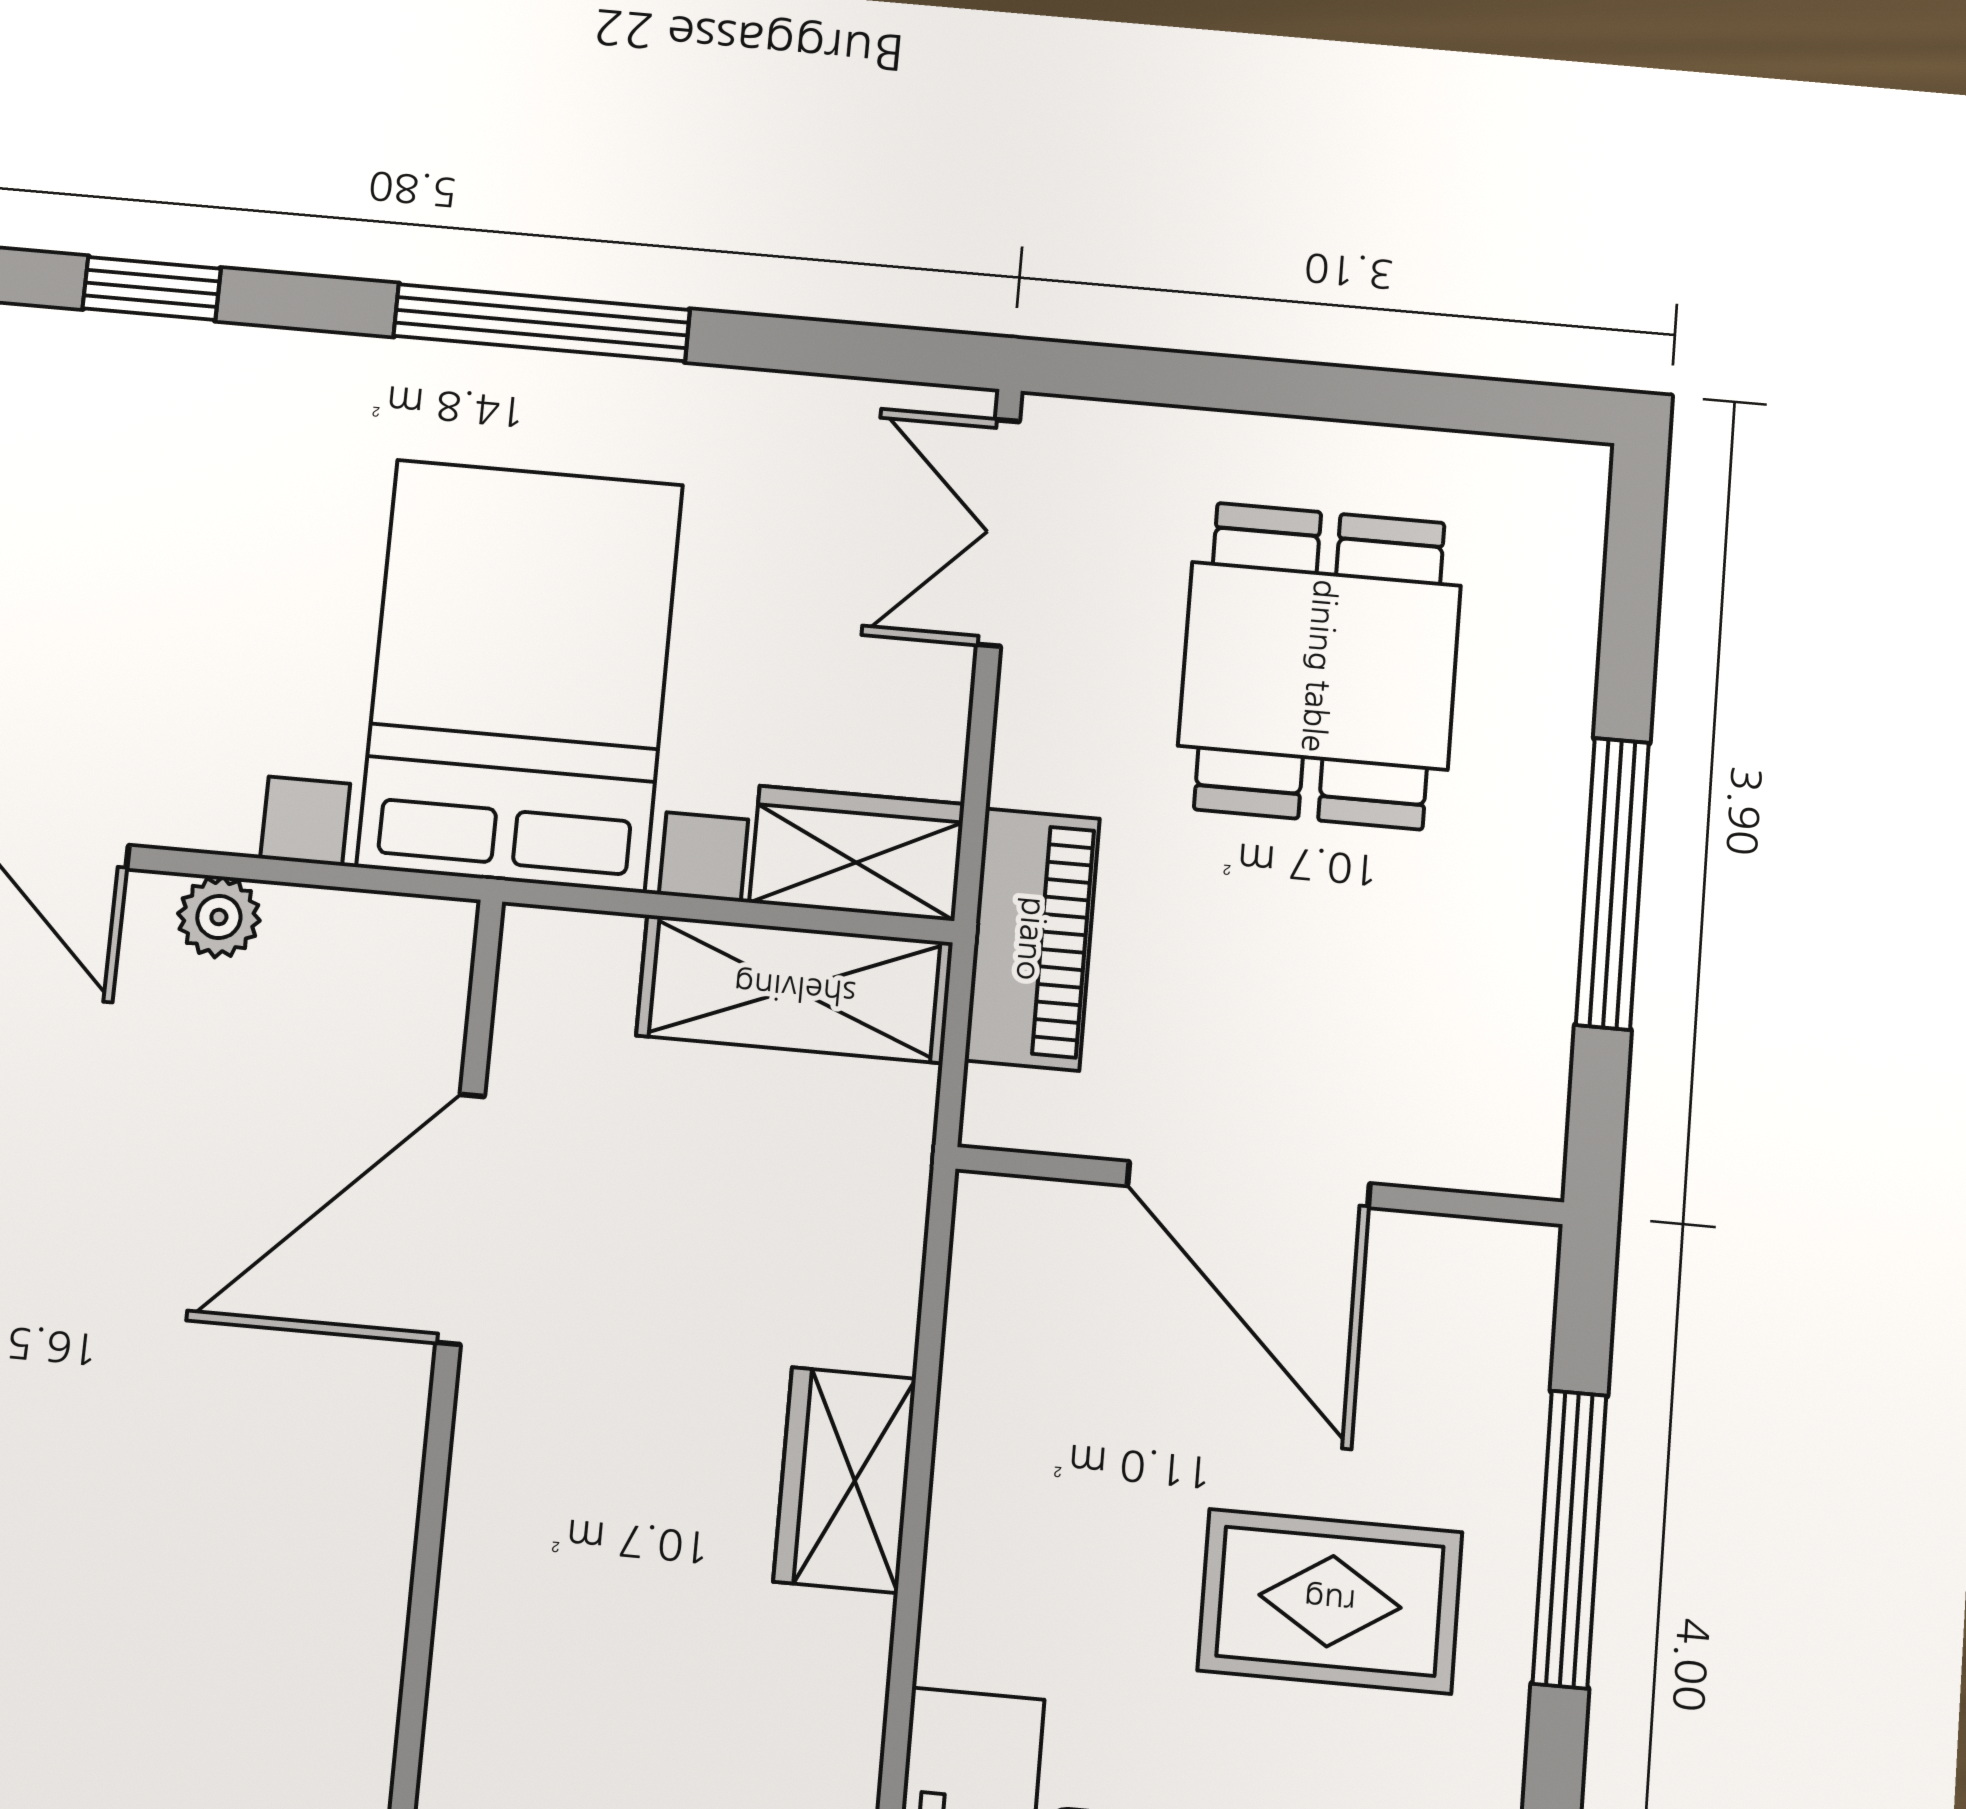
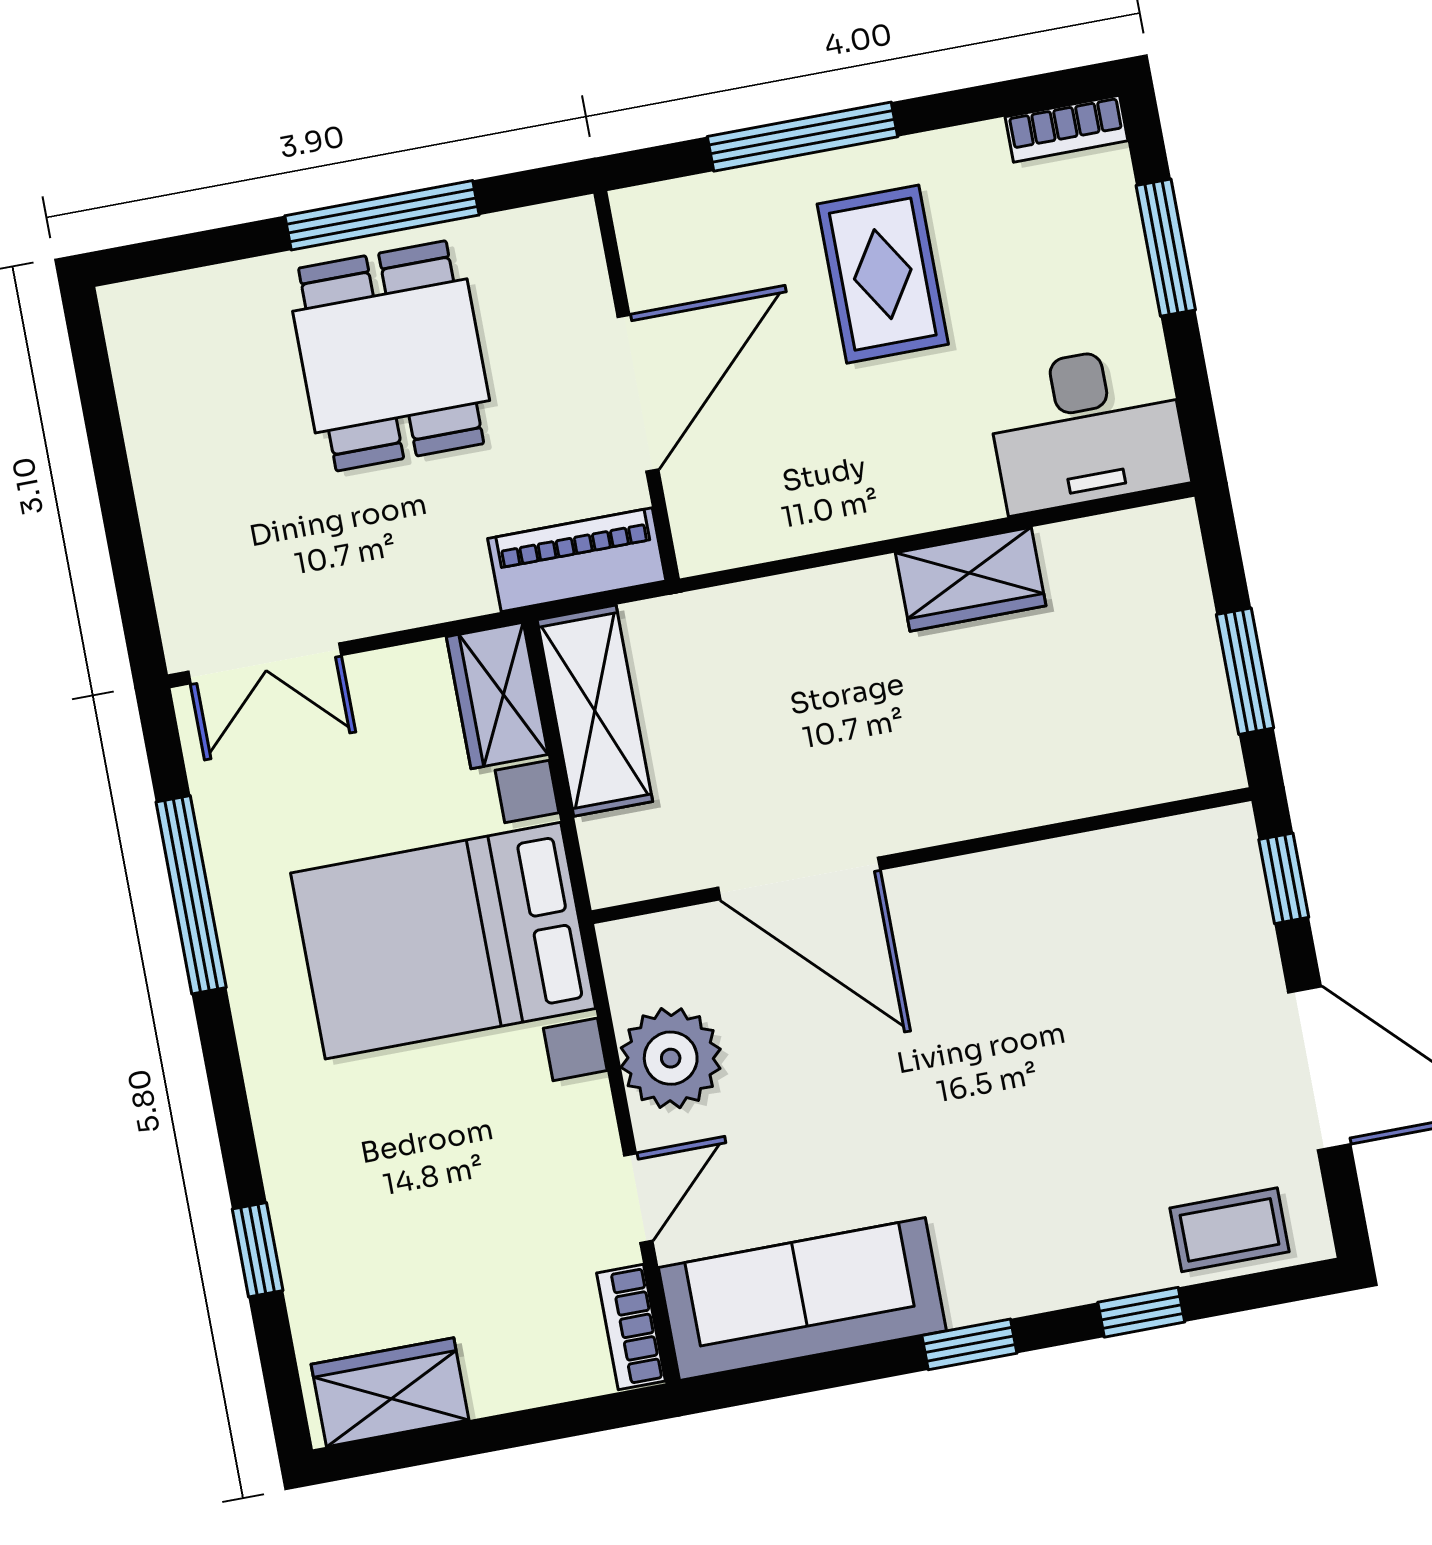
window: (542, 323) -> (191, 895), moved
dining table: (1320, 666) -> (391, 356), moved, turned 90
plant: (219, 917) -> (671, 1058), width x1.88, depth x1.88
piano: (1032, 939) -> (577, 560), moved
wardrobe: (845, 1480) -> (971, 579), moved

